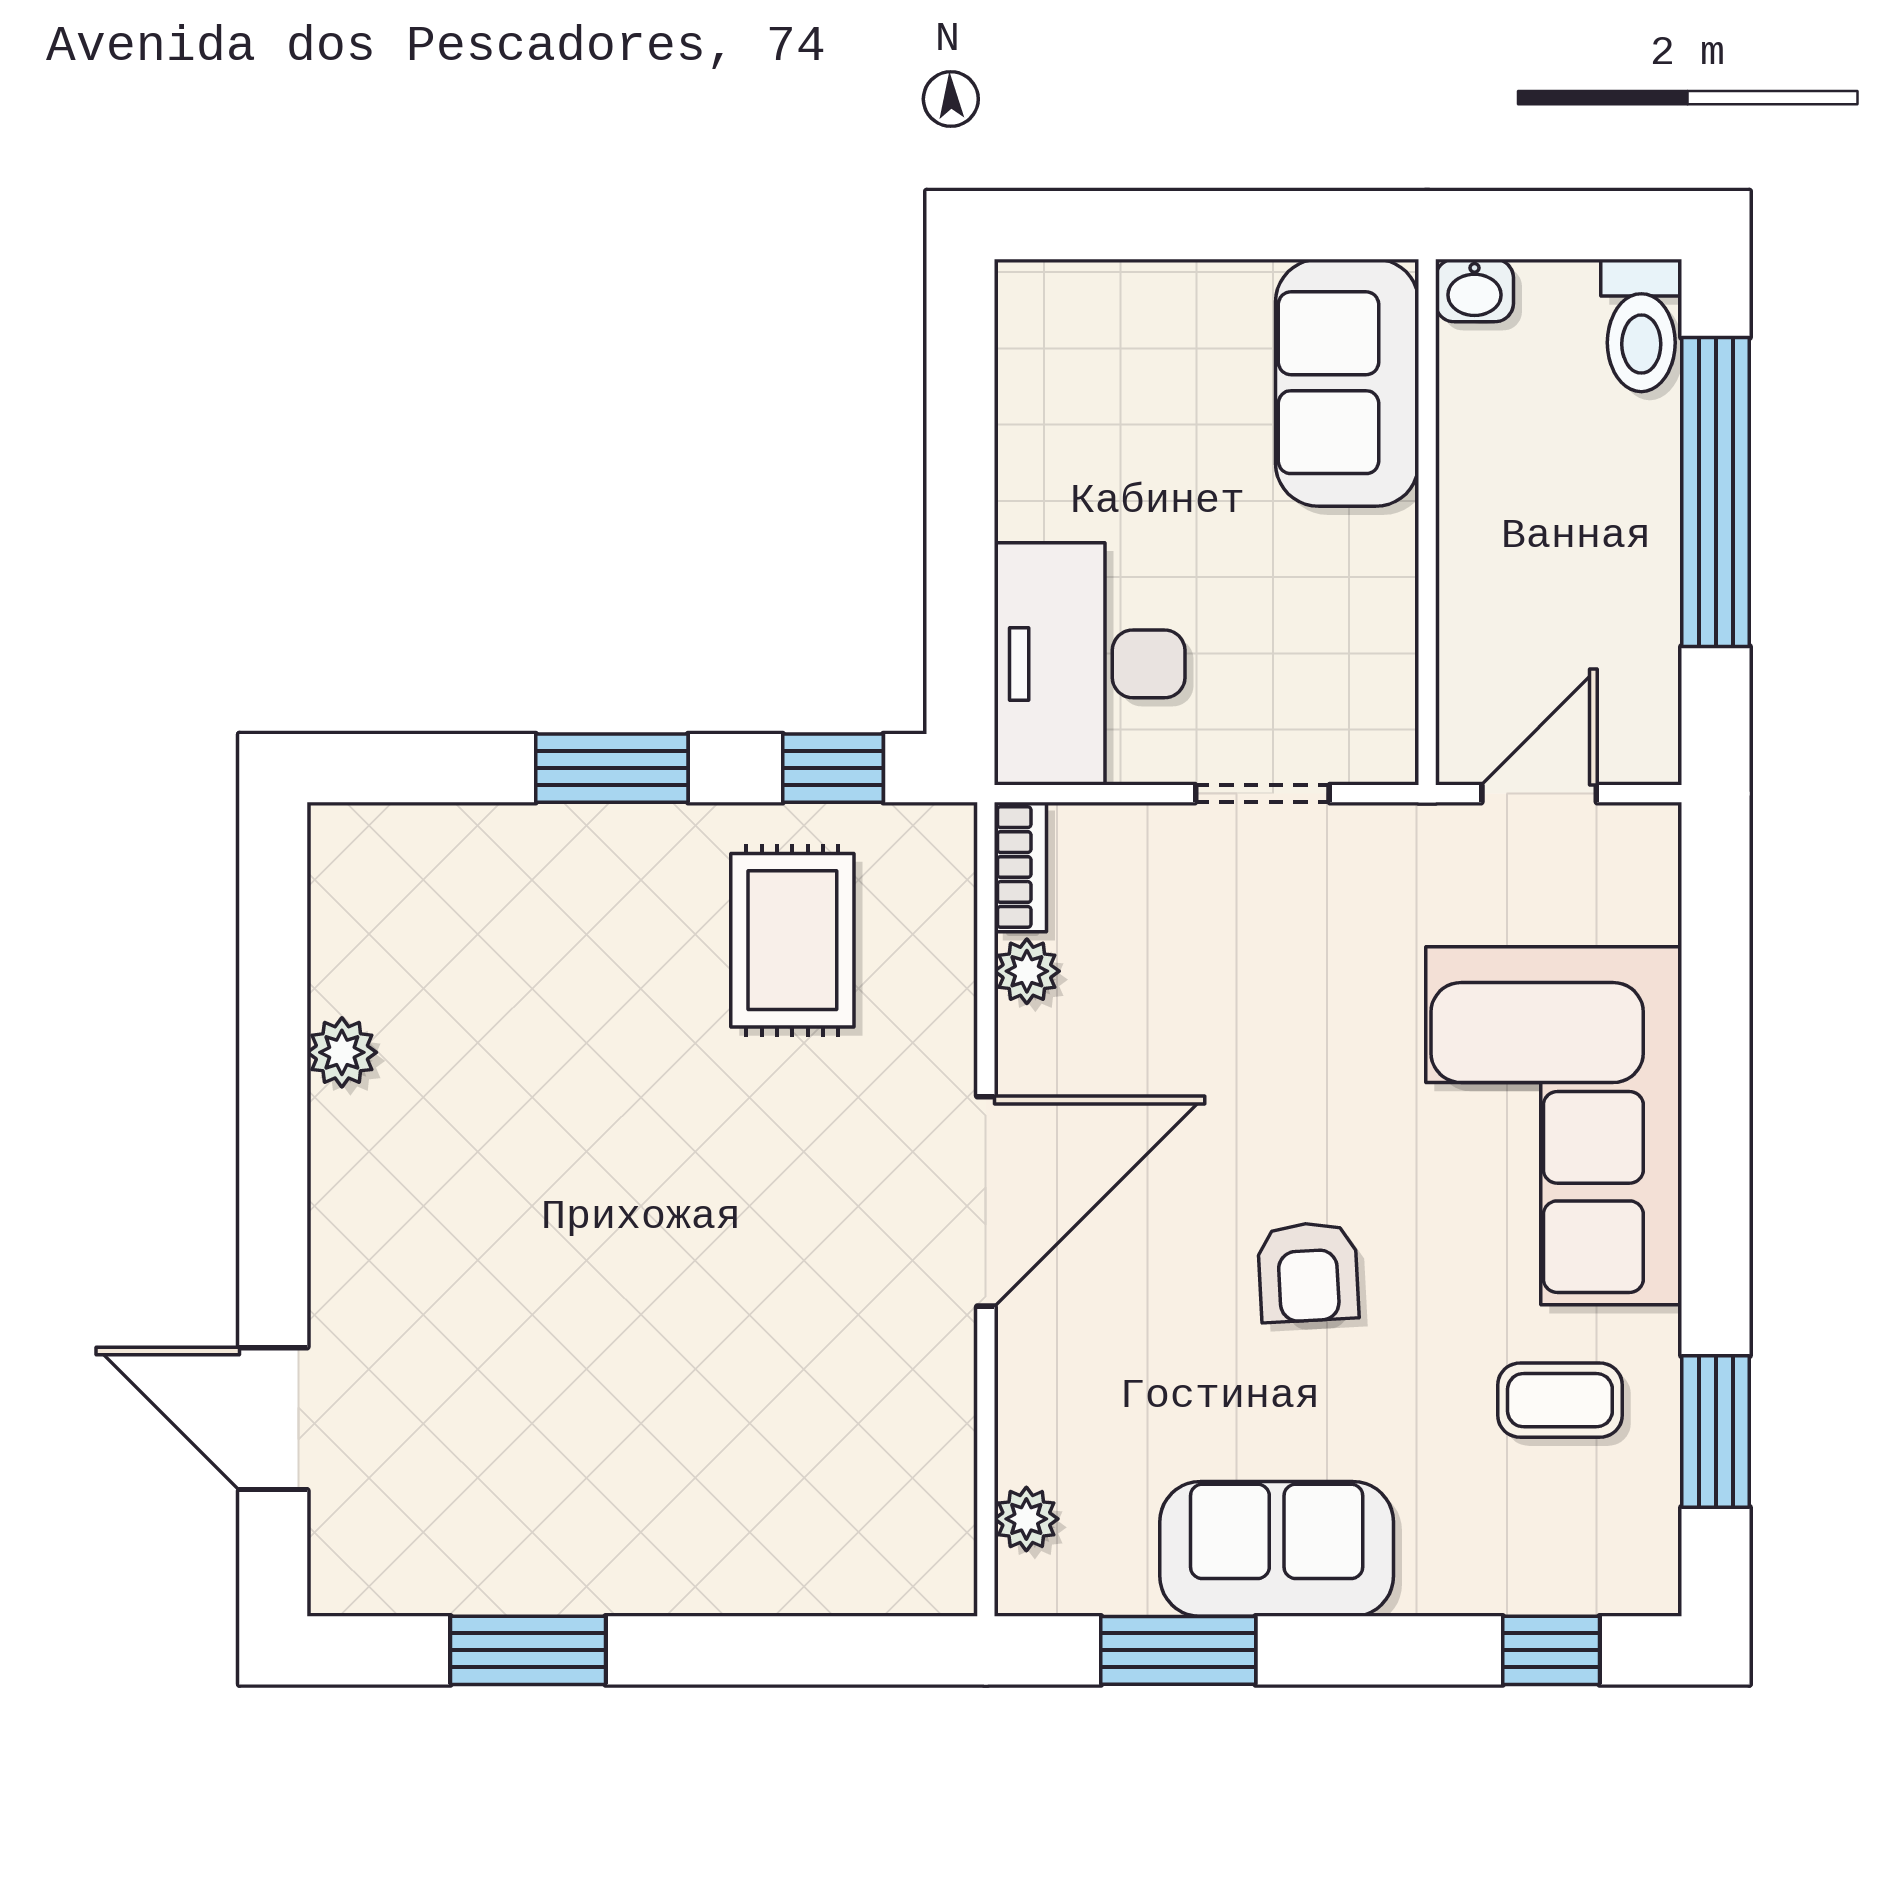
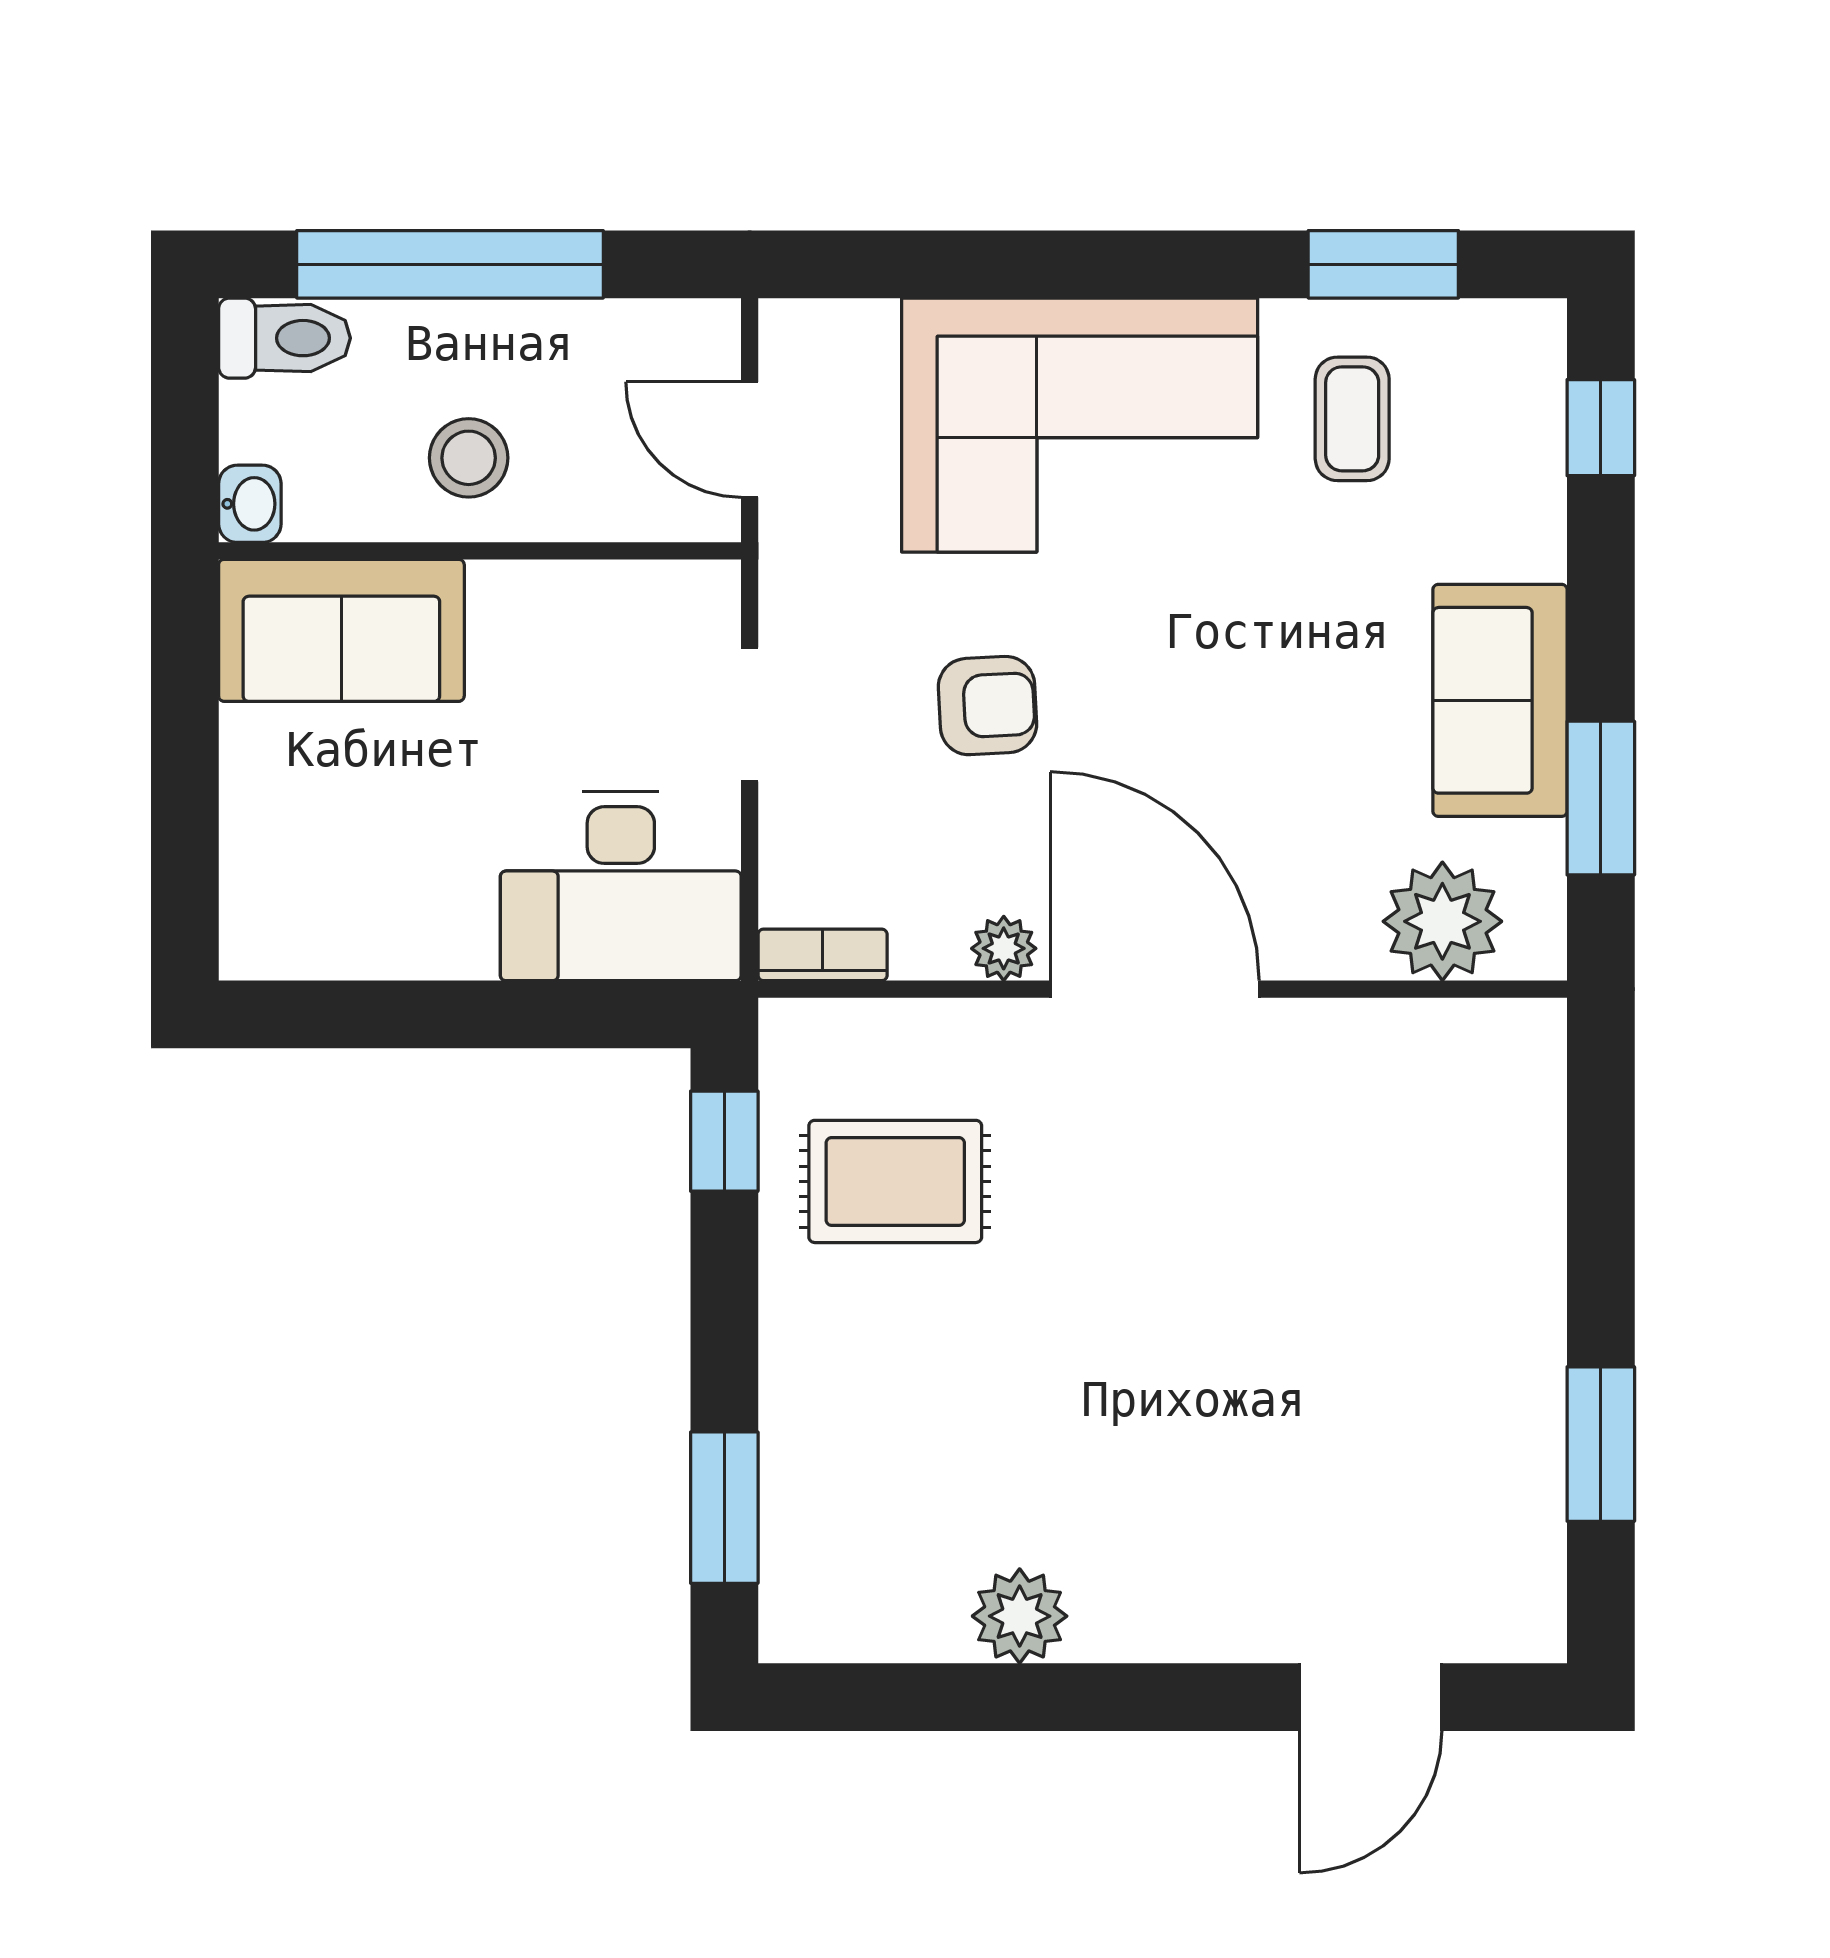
stool: (1521, 511) -> (469, 458), added
window: (612, 768) -> (724, 1508), moved
plant: (1027, 971) -> (1004, 948), moved
plant: (342, 1052) -> (1020, 1616), width x1.38, depth x1.38
armchair: (1308, 1272) -> (987, 706), moved
plant: (1026, 1519) -> (1442, 921), width x1.88, depth x1.88

